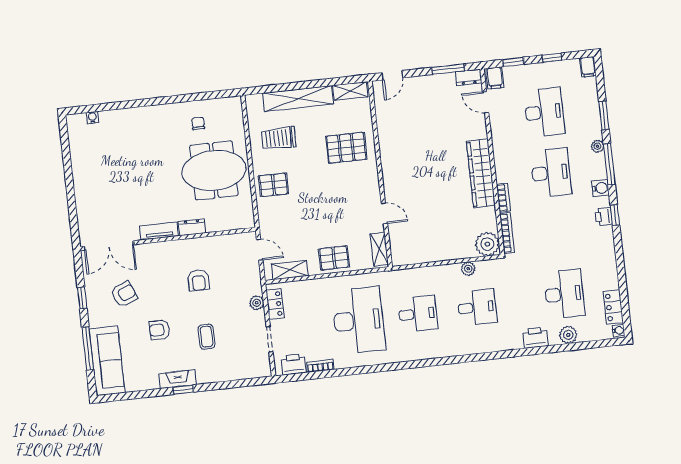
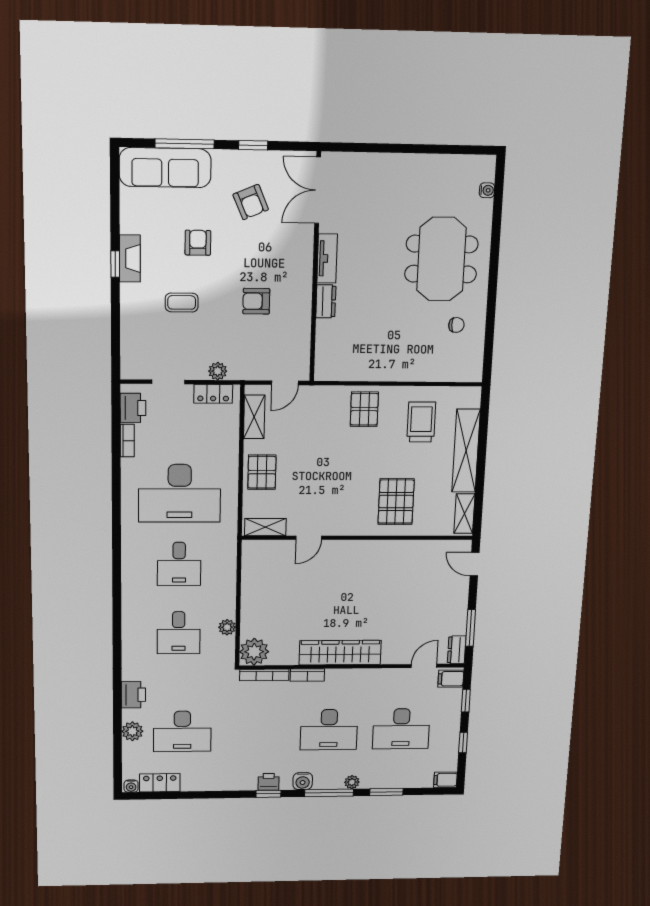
meeting table: (214, 170) -> (441, 259), moved

